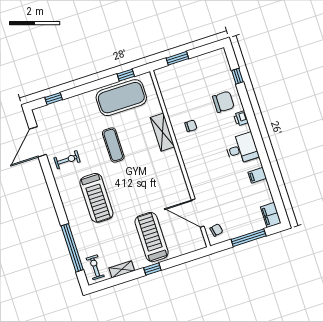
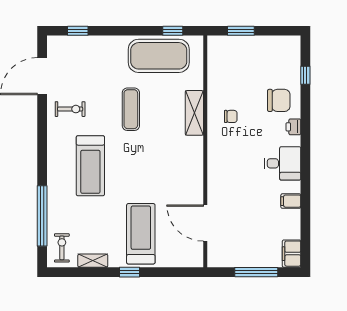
chair: (216, 230) -> (221, 250), removed

